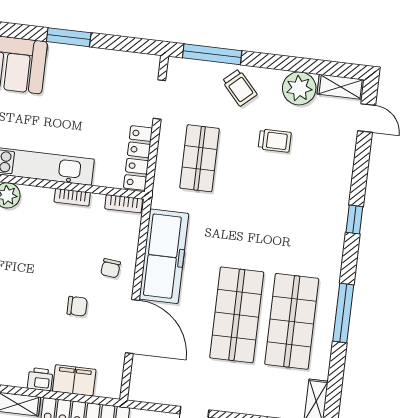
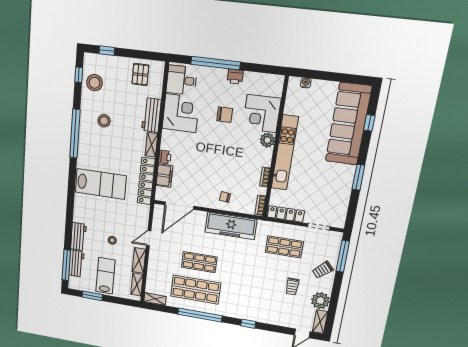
chair: (77, 306) -> (204, 178), removed
window: (343, 313) -> (200, 315), width x1.46
shop shelf: (237, 315) -> (199, 262), width x0.70, depth x0.74
door: (132, 326) -> (179, 206), moved

